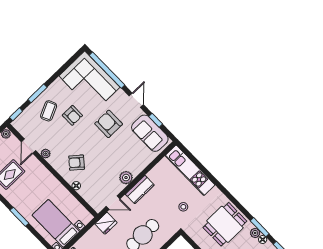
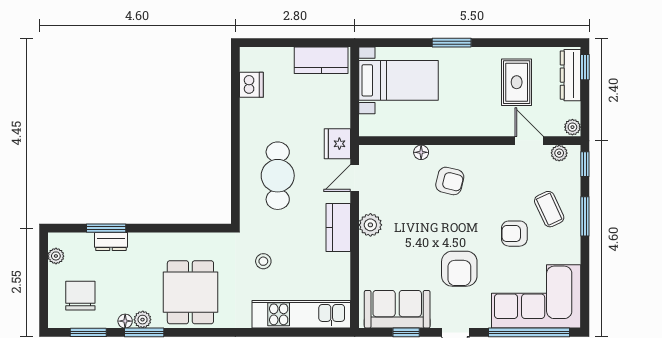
armchair: (109, 124) -> (459, 269), turned 90
plant: (46, 154) -> (559, 153), moved
armchair: (77, 163) -> (450, 181), turned 64

